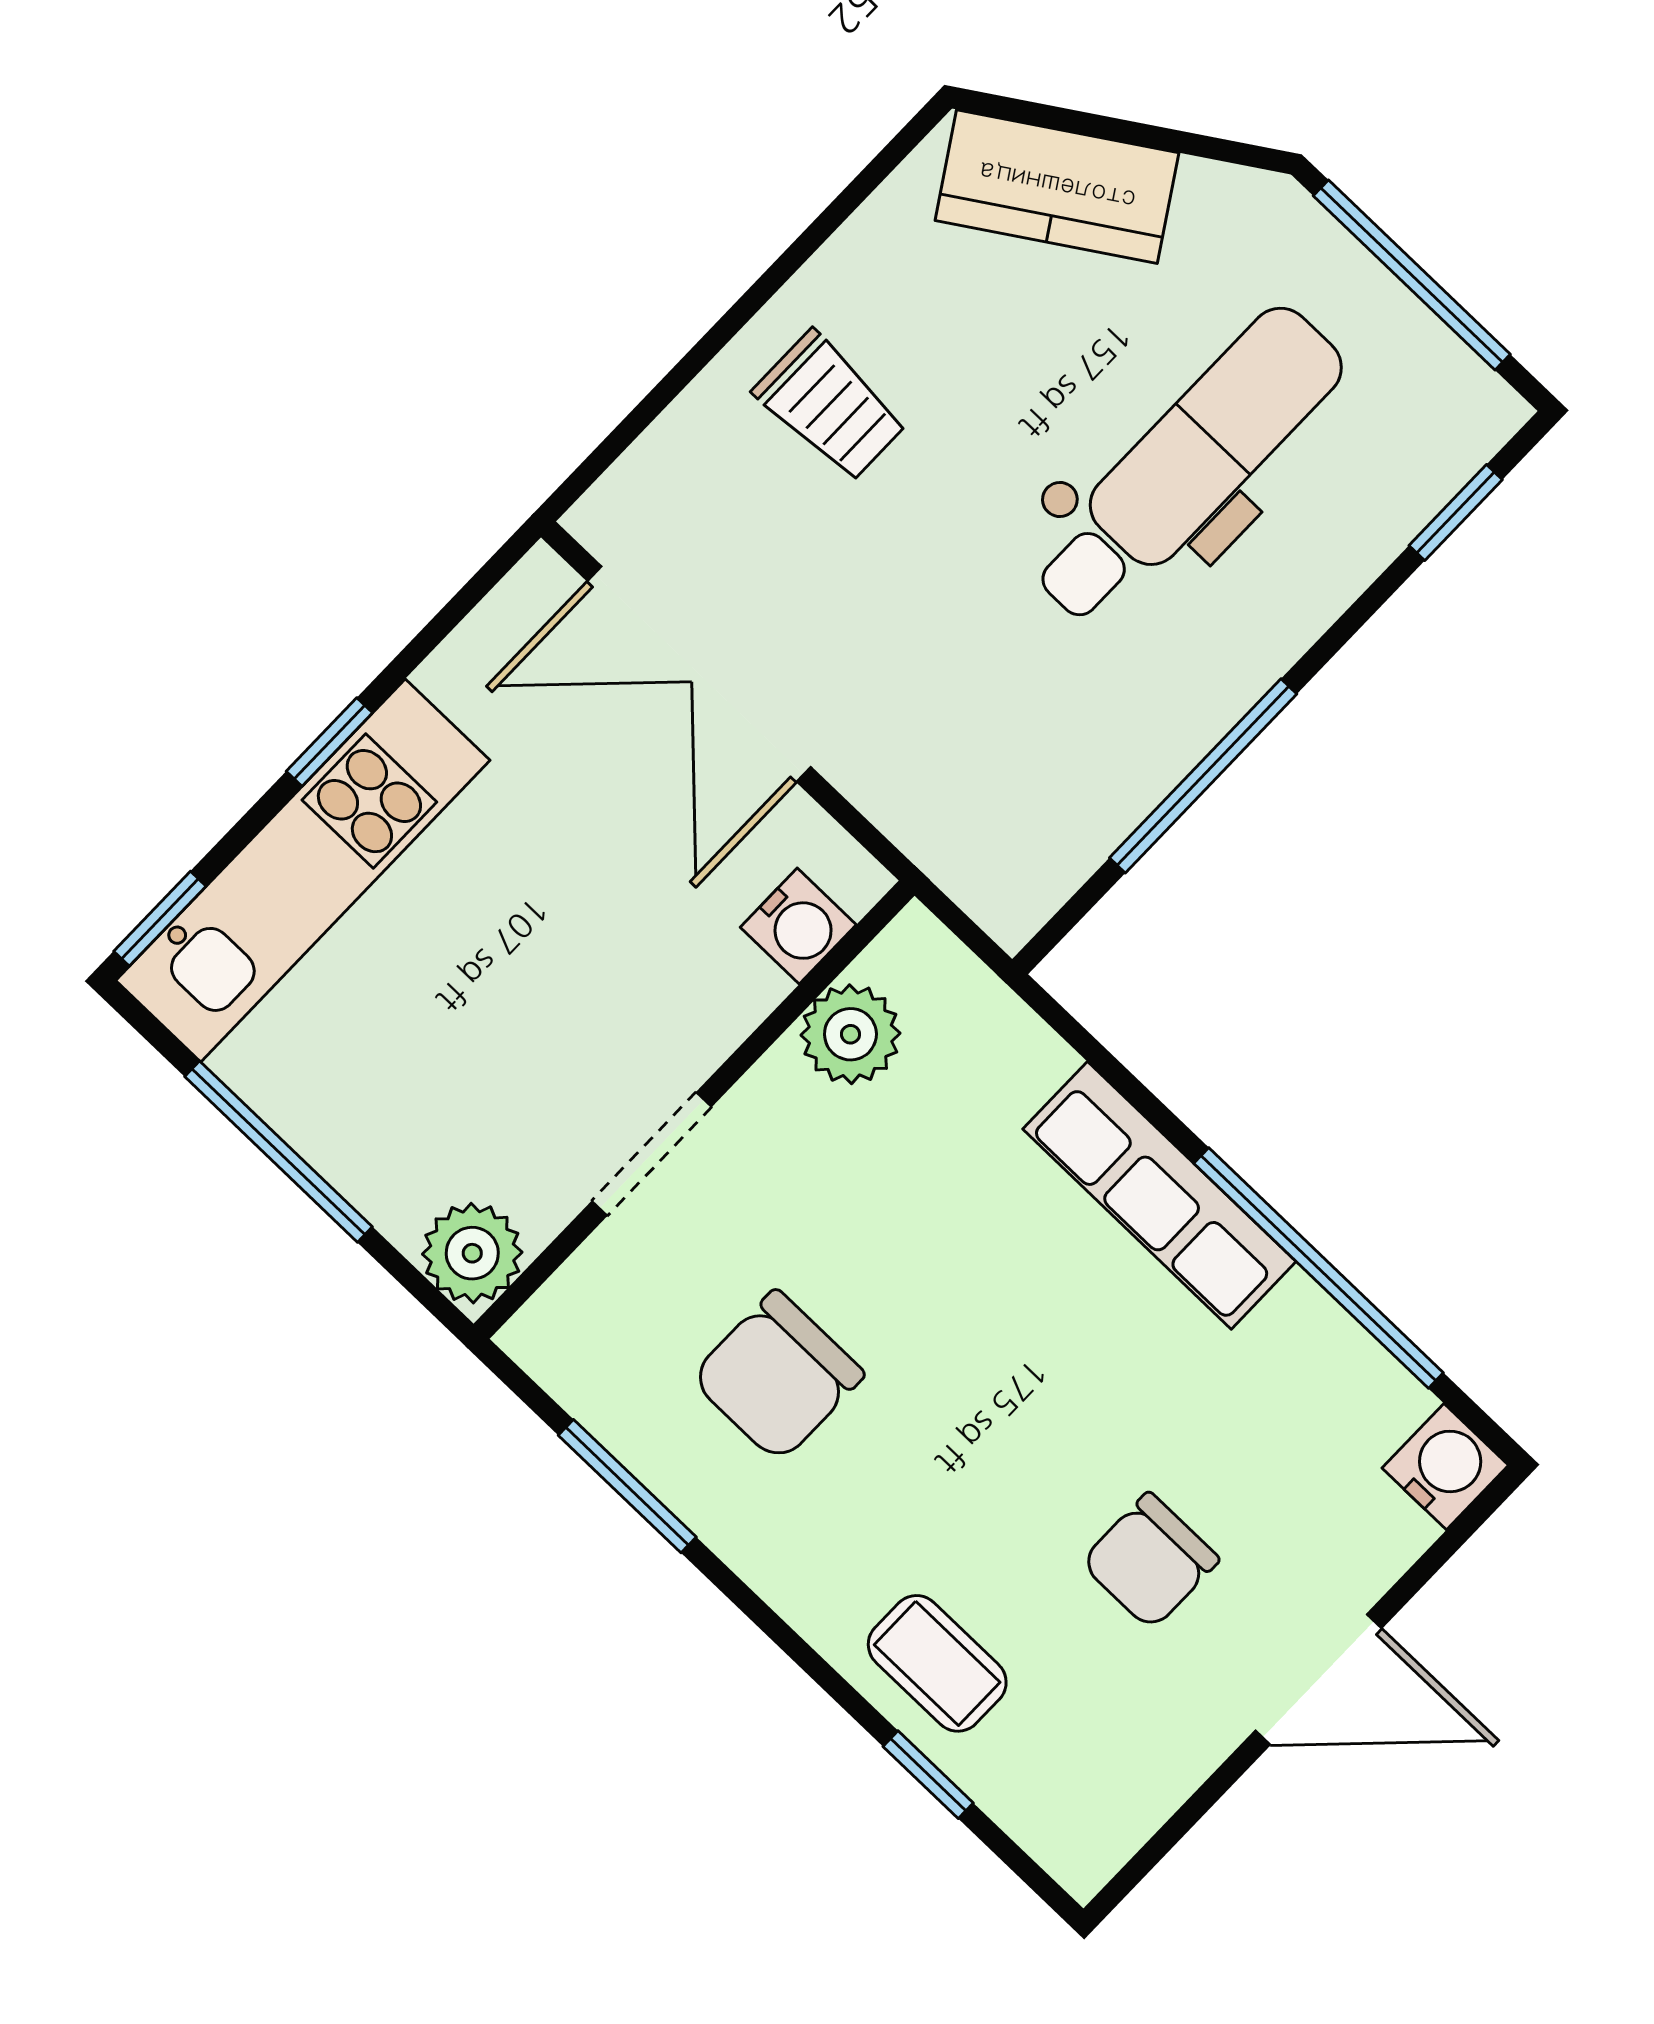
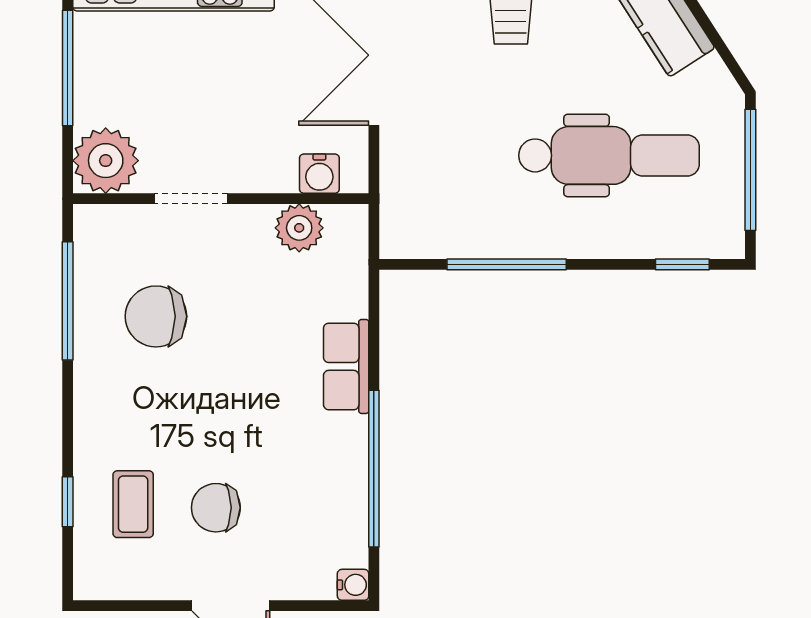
row of seats: (1159, 1195) -> (346, 366), width x0.68
plant: (472, 1253) -> (106, 161), width x1.36, depth x1.36
water cooler: (1445, 1467) -> (353, 585), width x0.72, depth x0.72
window: (627, 1486) -> (68, 301), width x1.44
coffee table: (937, 1663) -> (133, 504), moved

